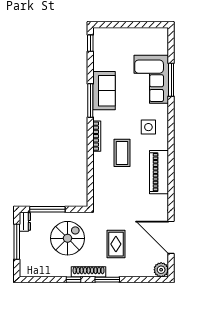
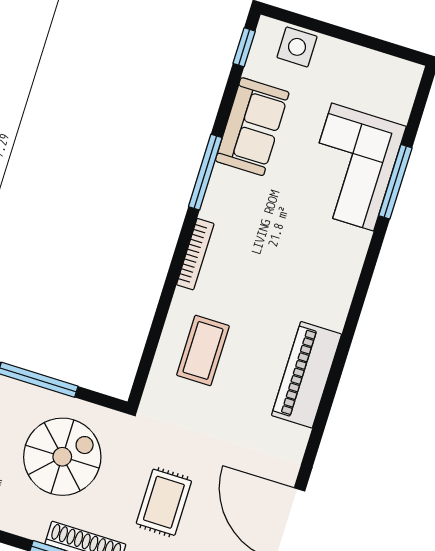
sofa: (104, 91) -> (252, 127), moved
side table: (148, 127) -> (297, 47), moved
coffee table: (122, 153) -> (203, 350), moved

